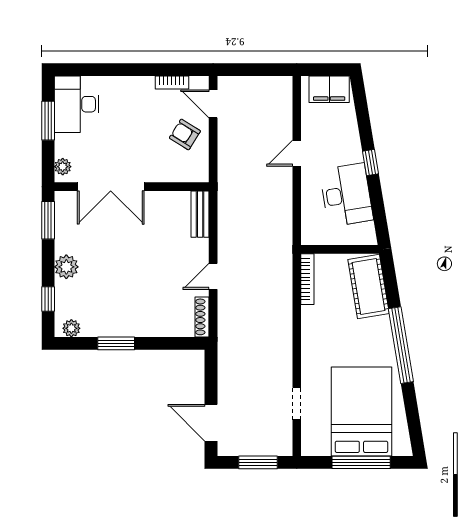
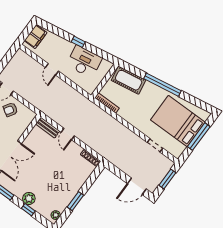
door: (213, 276) -> (68, 134), moved
window: (48, 299) -> (28, 210), moved

